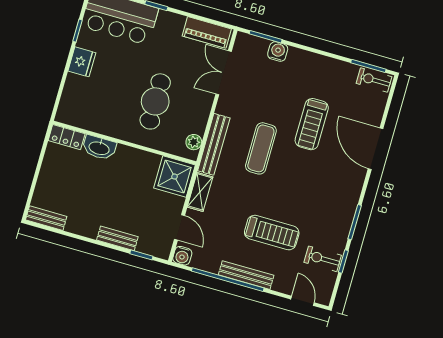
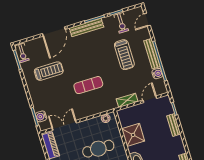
water cooler: (278, 52) -> (41, 116), moved
double door: (224, 73) -> (64, 125), swing flipped
treadmill: (312, 124) -> (49, 71), moved
bench: (214, 144) -> (86, 27), moved
shower: (175, 177) -> (133, 135), moved
treadmill: (272, 233) -> (124, 55), turned 180
water cooler: (182, 256) -> (157, 74), moved

